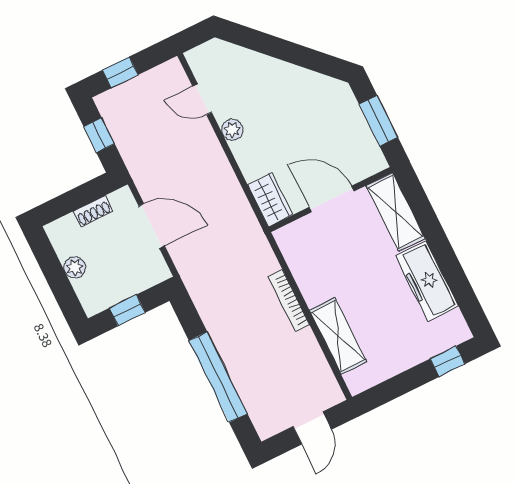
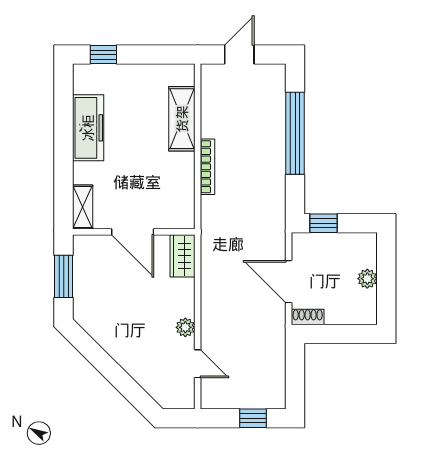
window: (99, 135) -> (295, 376), removed
shoe rack: (93, 211) -> (308, 317), moved
shelving: (396, 212) -> (83, 207), width x0.67, depth x0.75
window: (127, 310) -> (323, 223), moved

